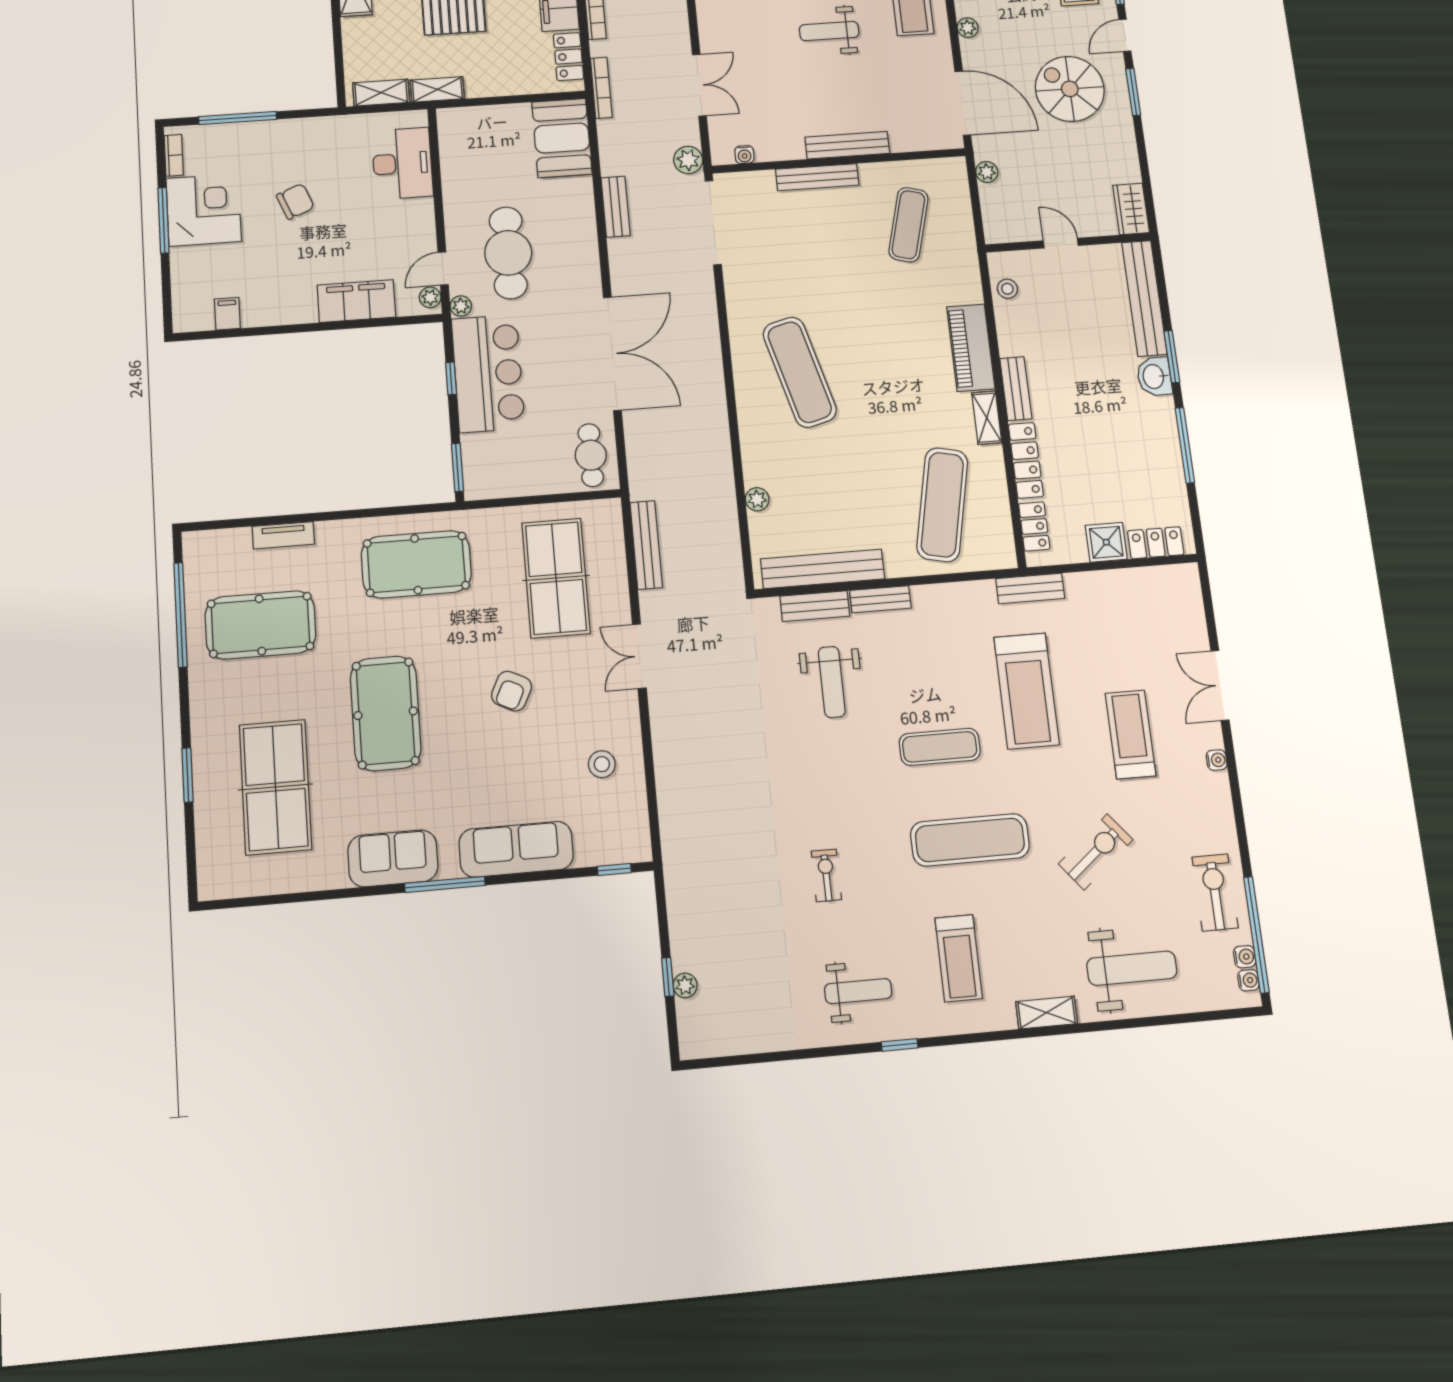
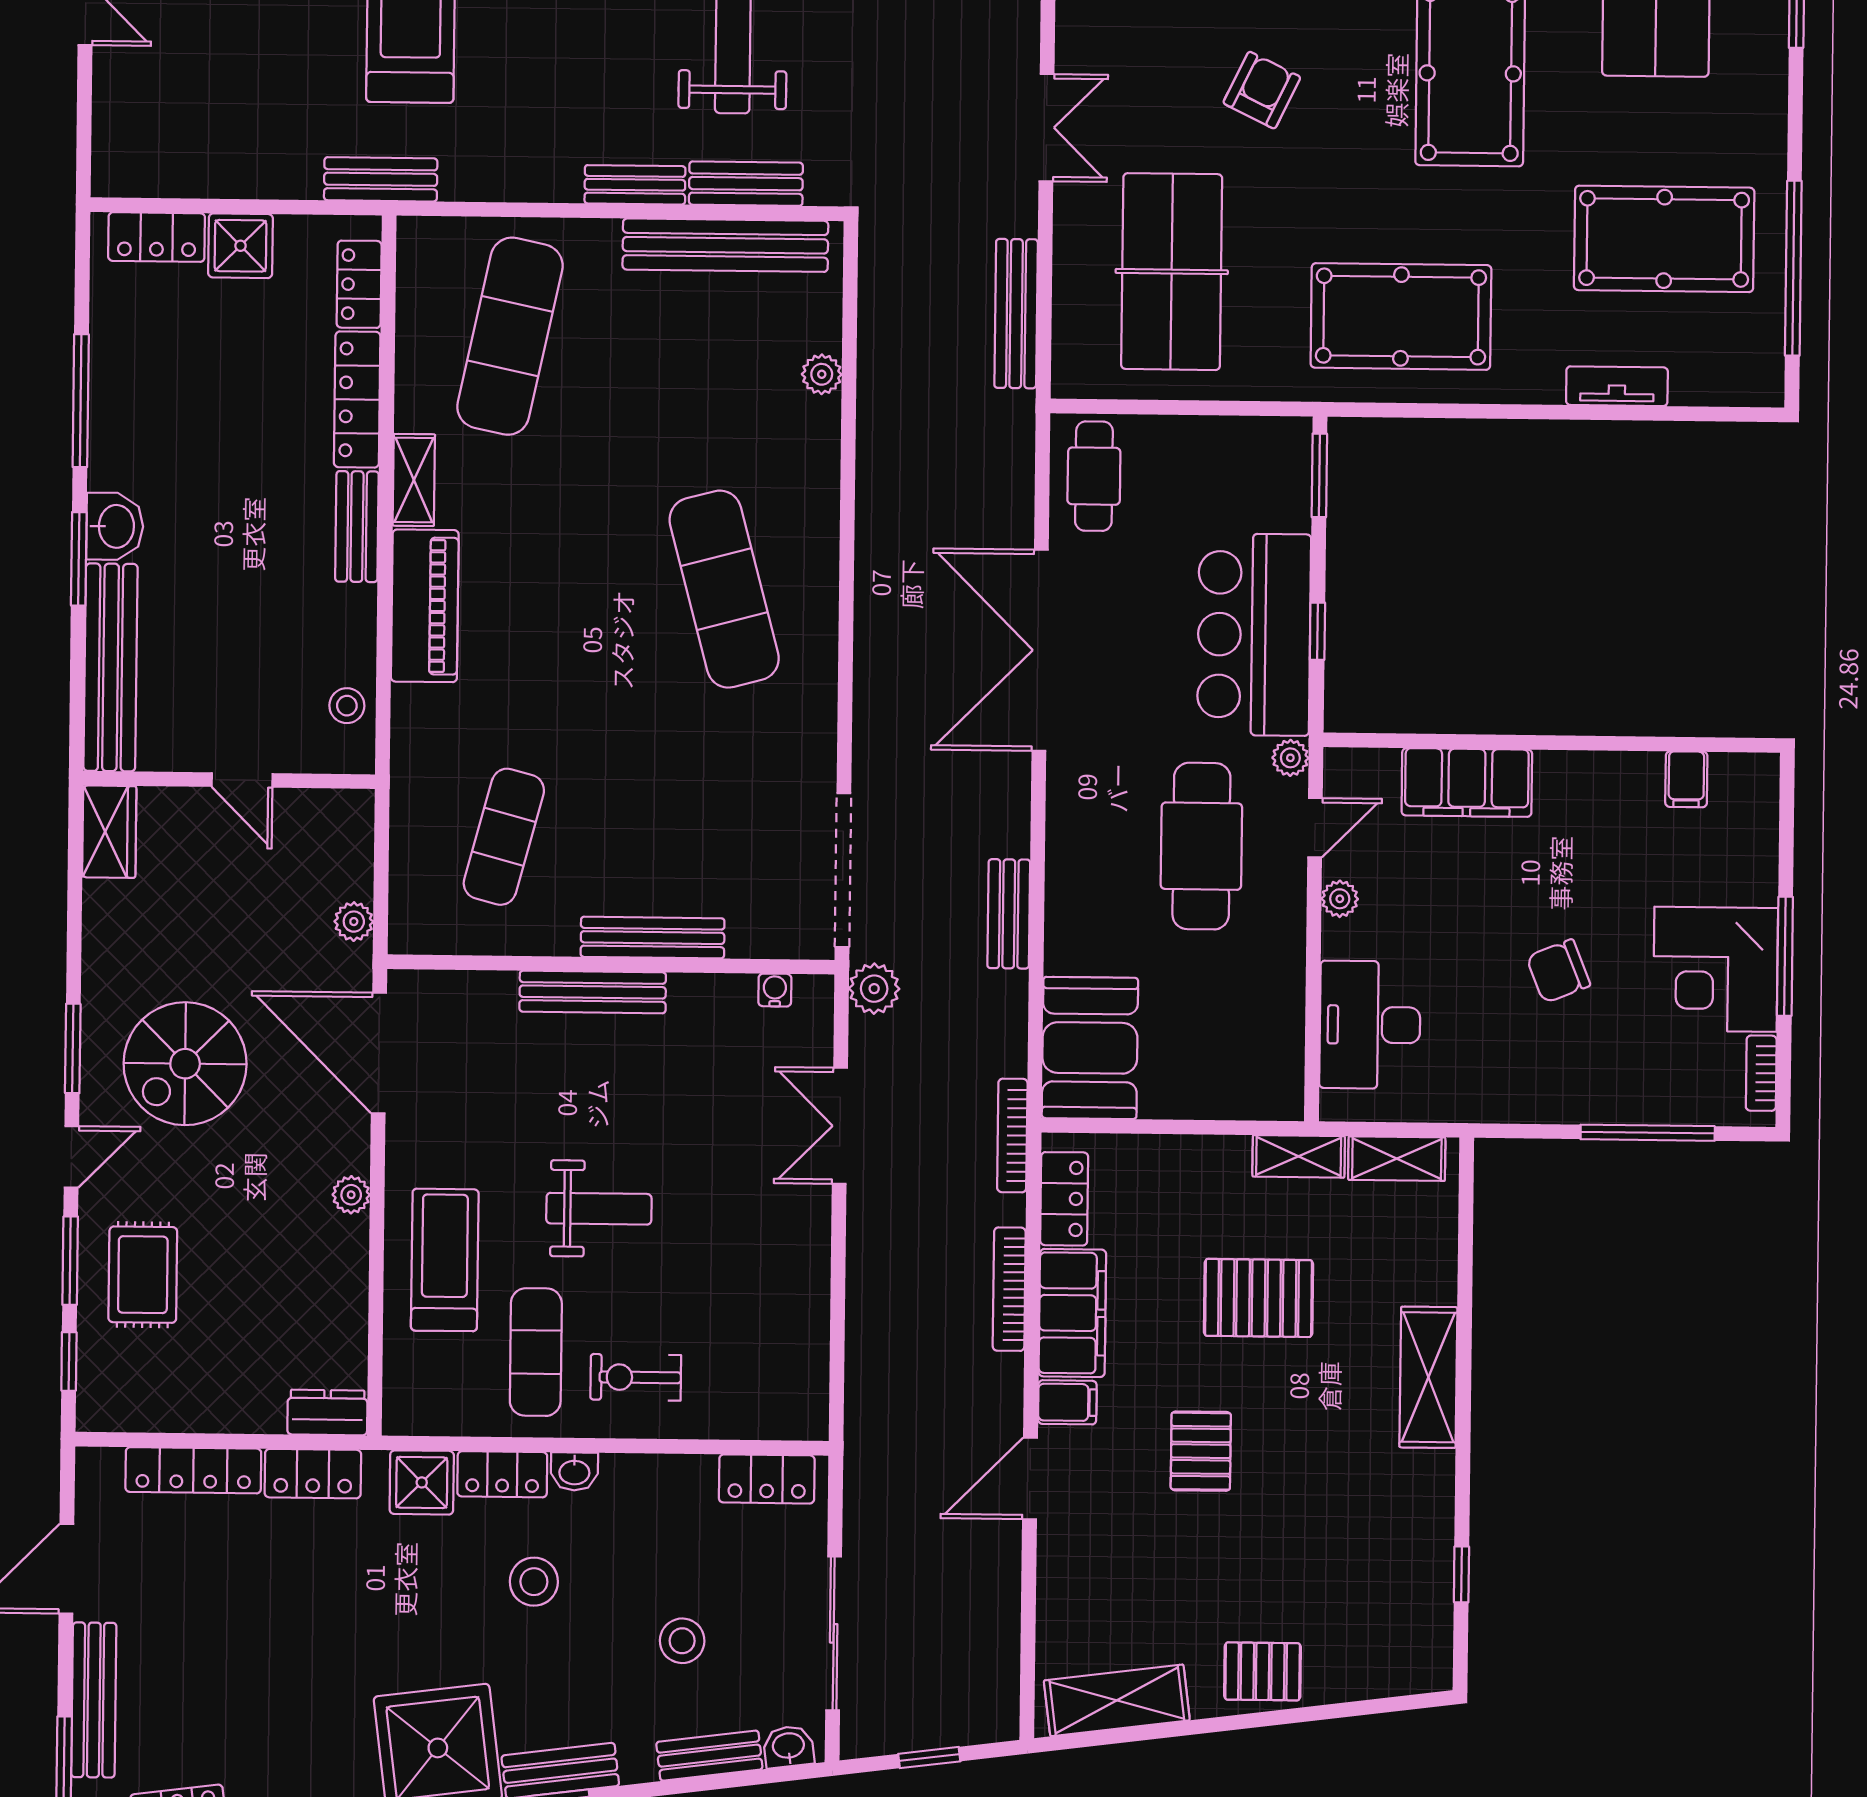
spiral stairs: (1070, 89) -> (185, 1064), turned 90
plant: (430, 297) -> (1340, 899), moved

